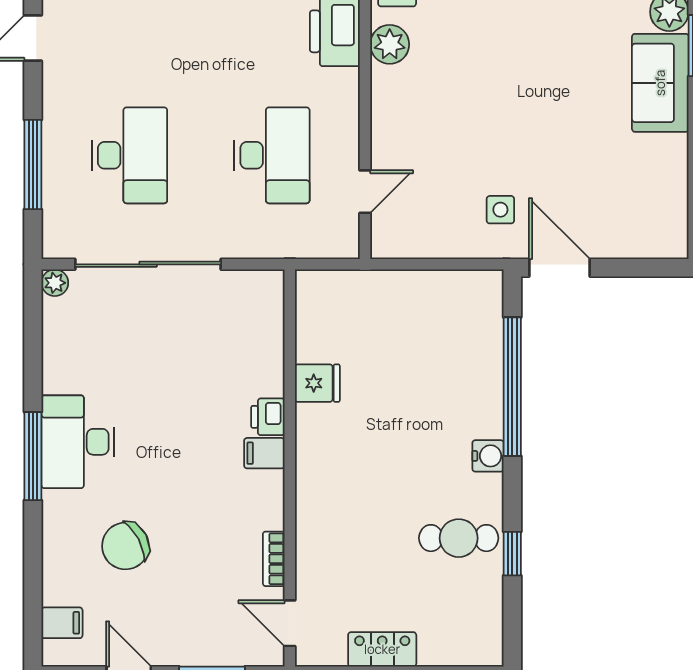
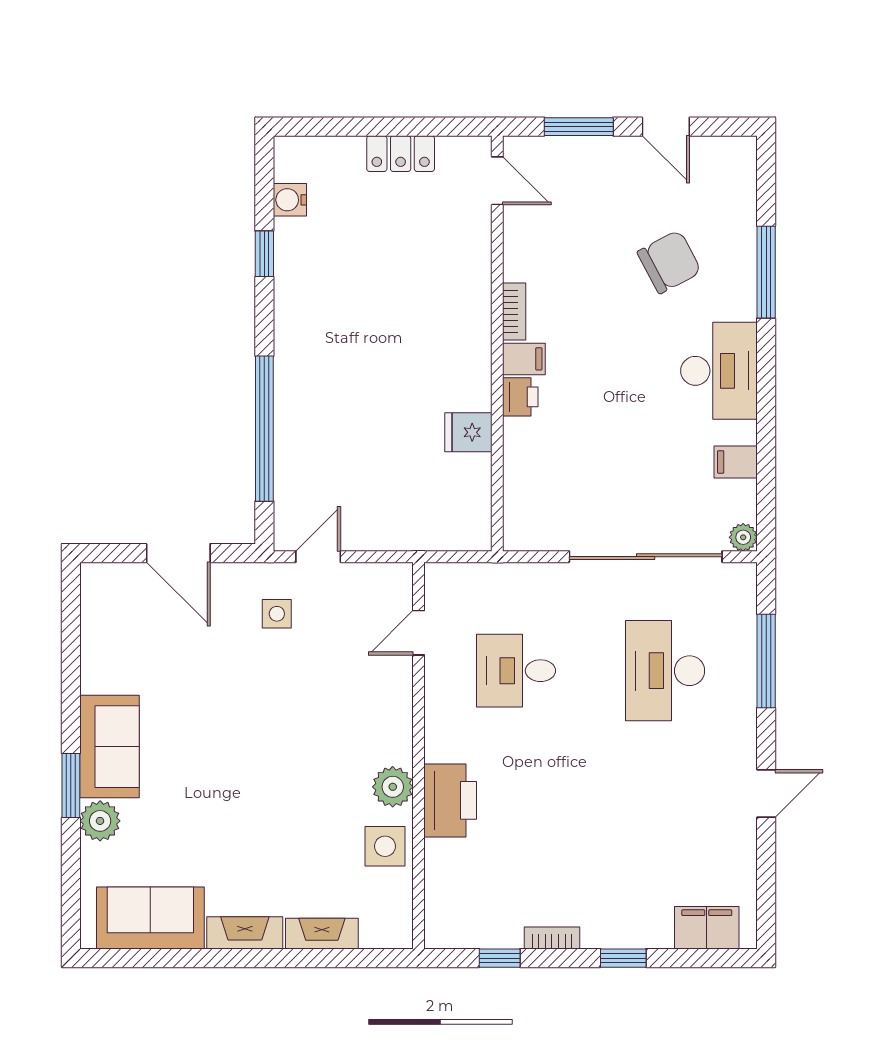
desk: (272, 155) -> (516, 671), width x0.73
door: (461, 264) -> (318, 557), added
door: (560, 268) -> (178, 553), moved
window: (33, 456) -> (766, 272), moved
water cooler: (488, 456) -> (290, 200), moved
cafe table: (459, 538) -> (321, 270), removed
bookcase: (274, 559) -> (514, 312), moved
filing cabinet: (62, 623) -> (736, 462), moved

